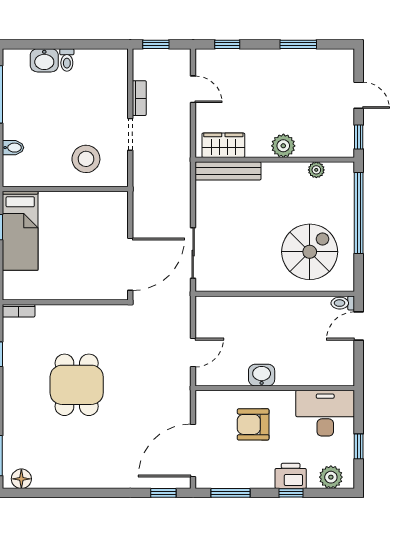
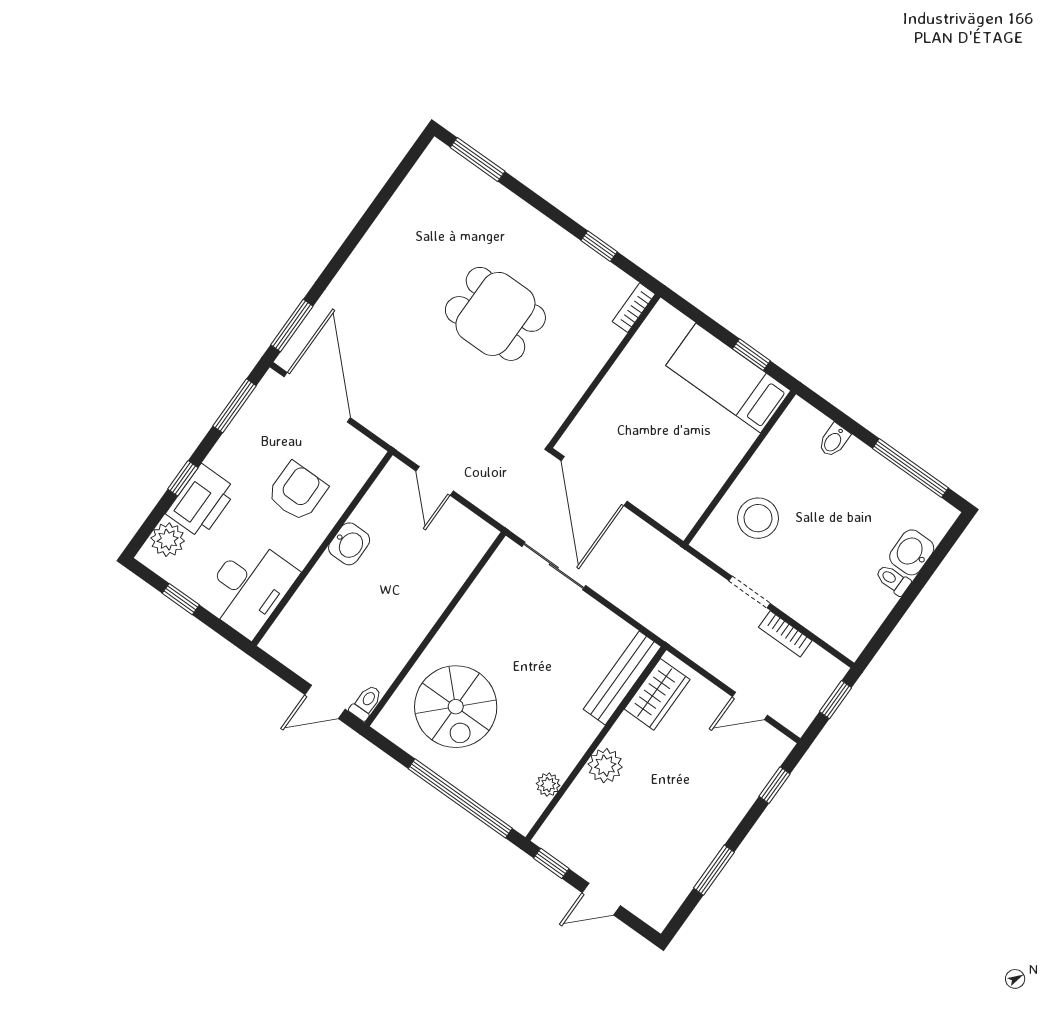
door: (359, 326) -> (325, 702), swing flipped
printer: (291, 476) -> (202, 501), width x1.37, depth x1.19
floor lamp: (21, 479) -> (430, 167), removed
window: (163, 493) -> (292, 325), width x1.50

